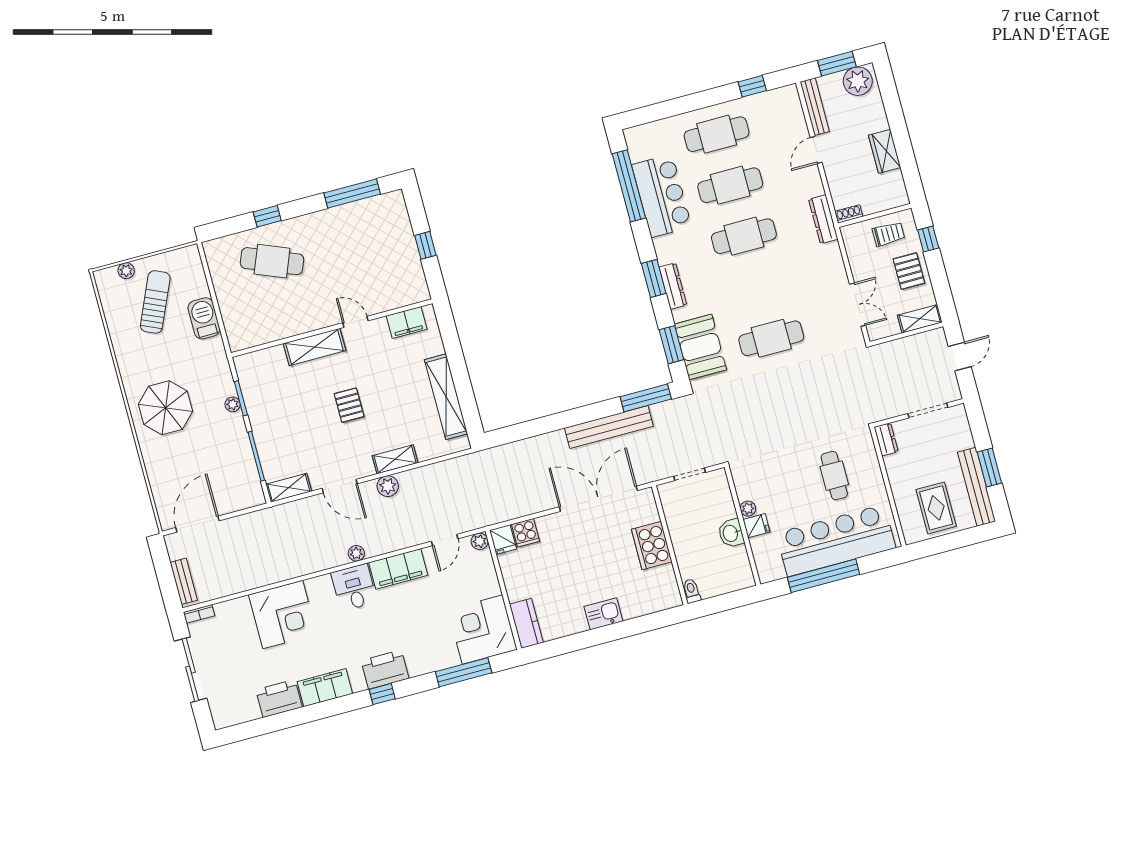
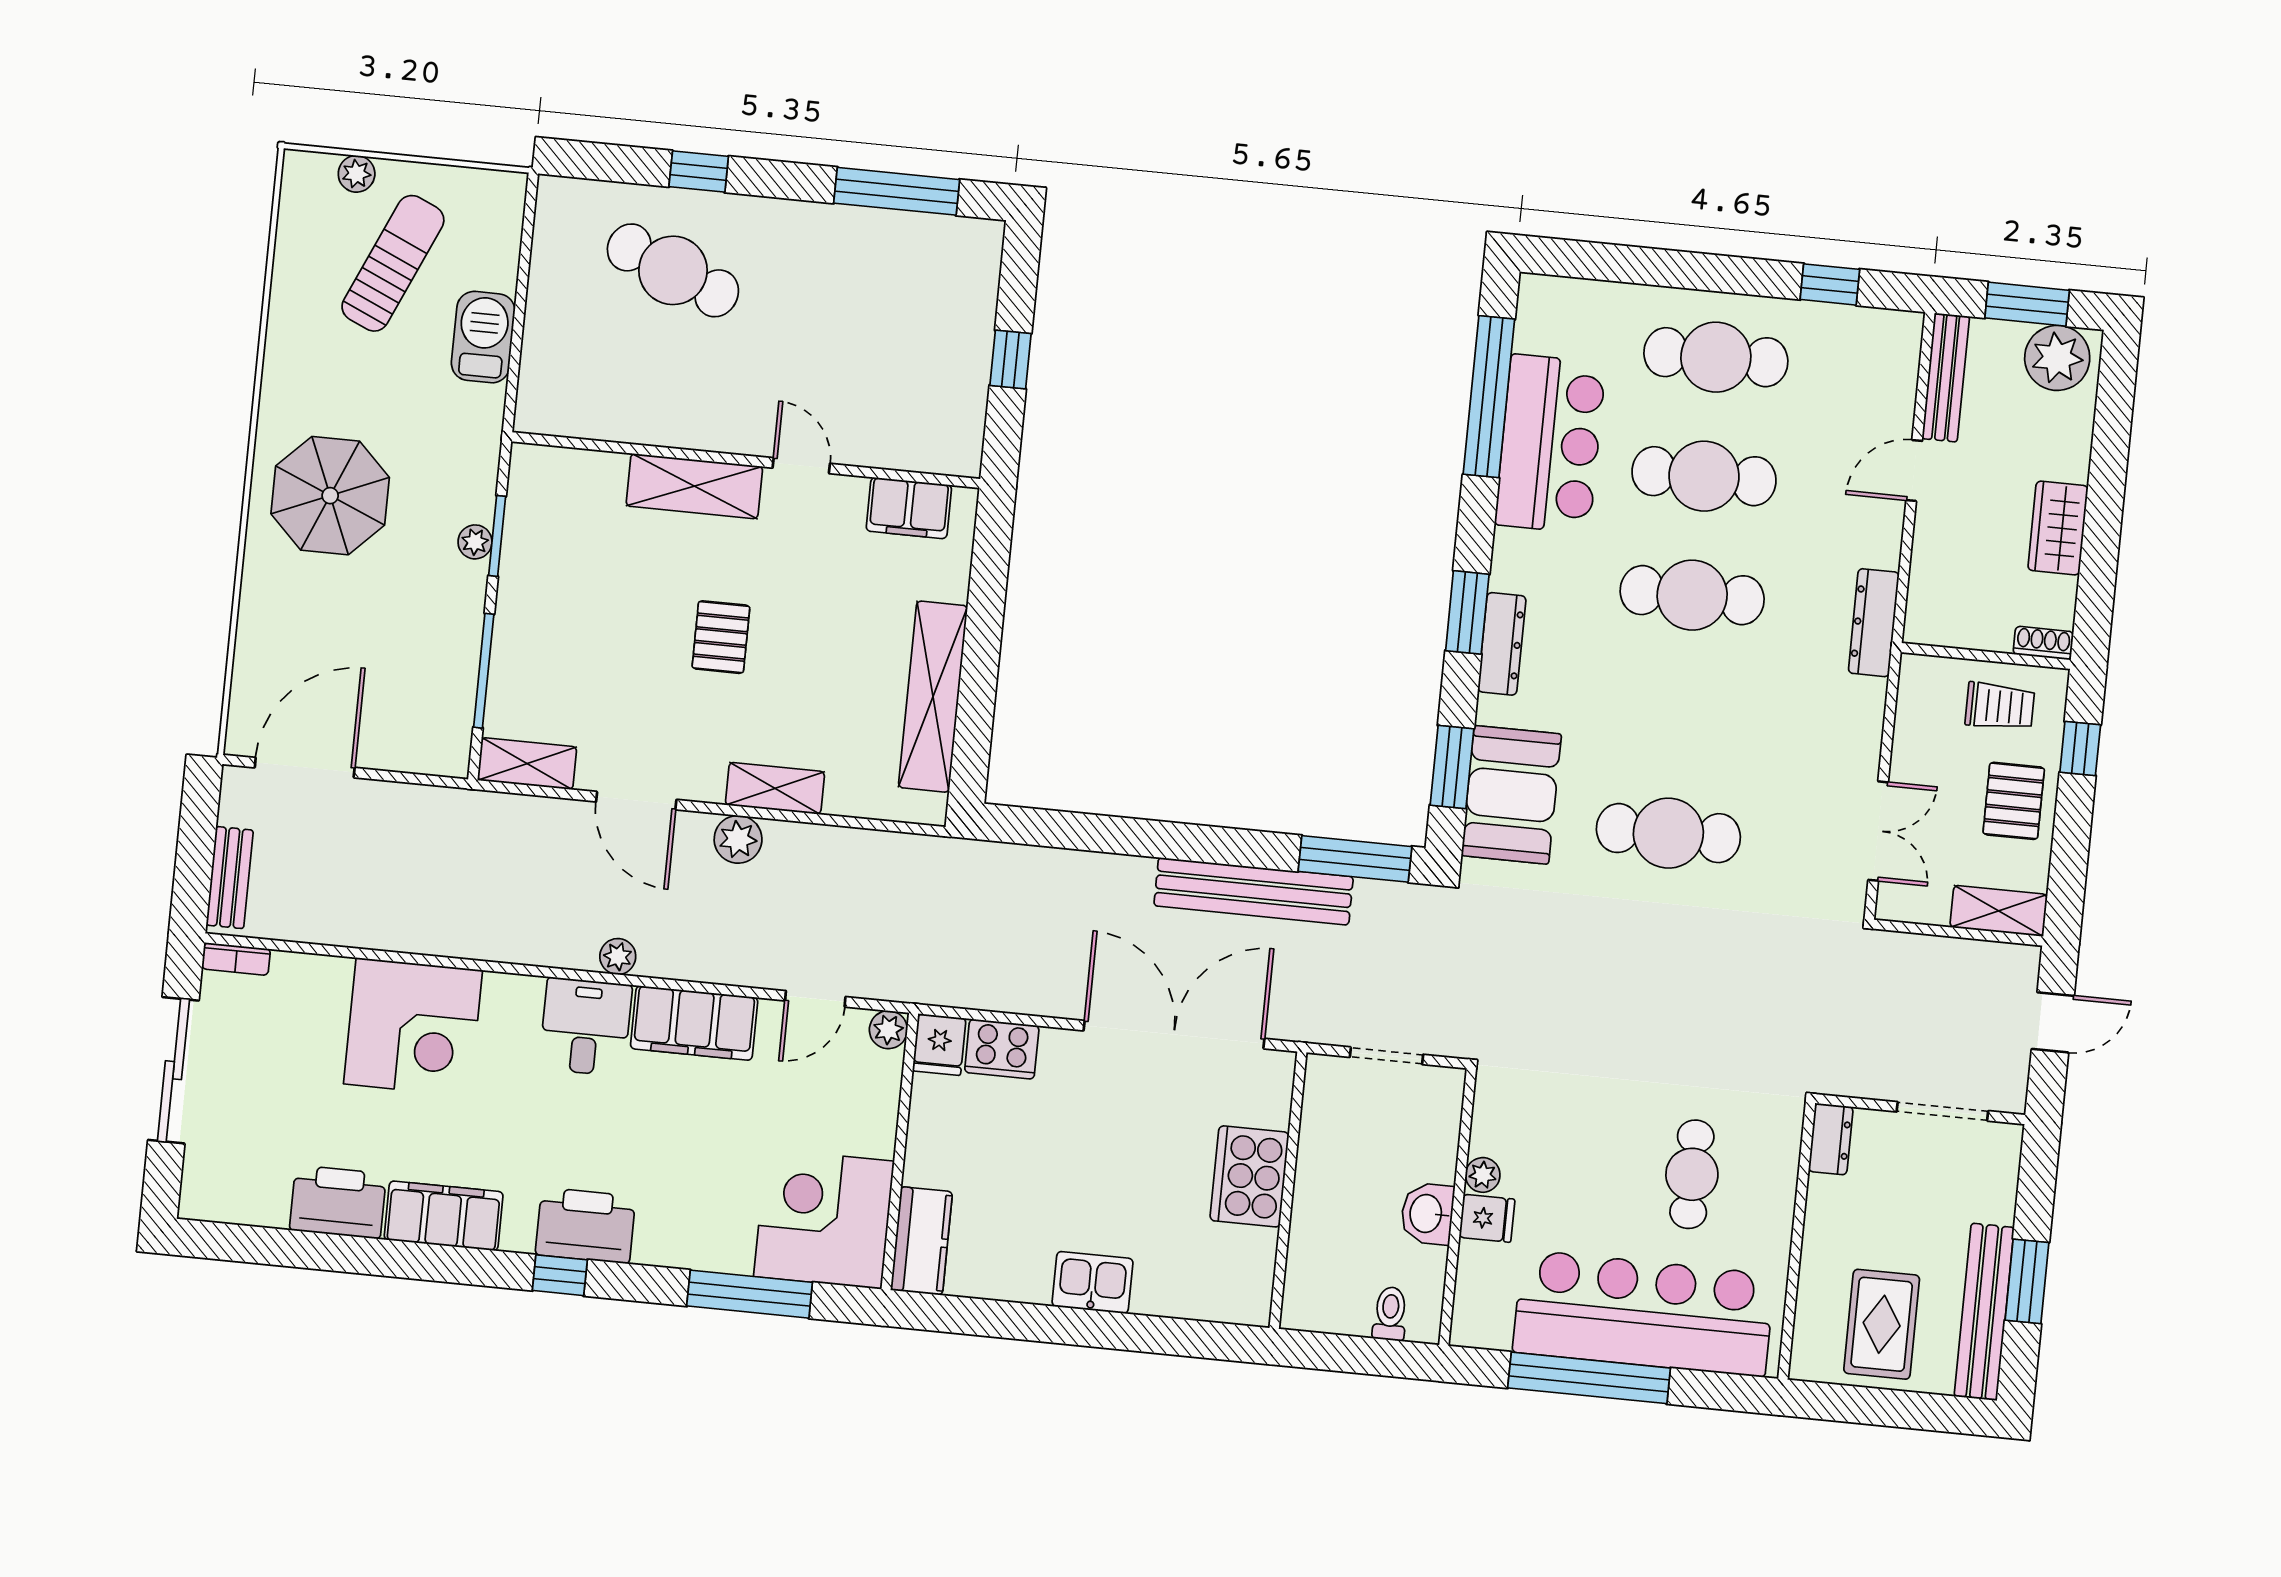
shoe rack: (849, 214) -> (2043, 643), moved
cooker: (526, 533) -> (1002, 1049), width x1.36
toilet: (691, 591) -> (1390, 1314), moved

